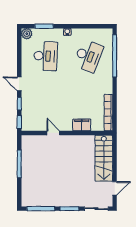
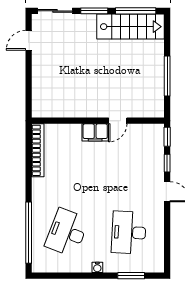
plant: (27, 34) -> (156, 265), removed
filing cabinet: (82, 125) -> (95, 132), moved
door: (53, 133) -> (118, 121), hinge flipped
stairs: (104, 158) -> (131, 27), moved, turned 90

